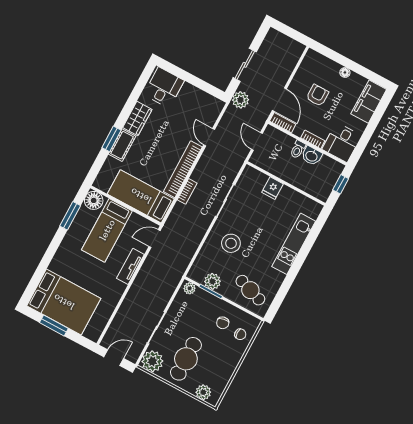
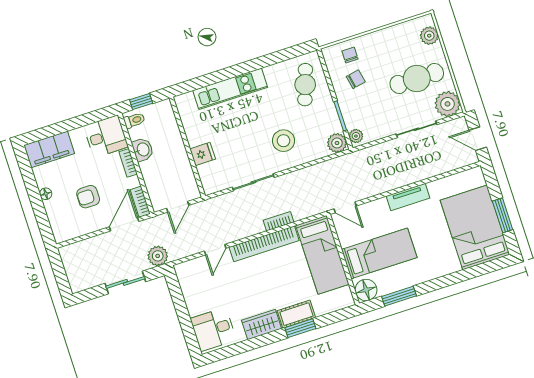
toilet: (298, 149) -> (134, 120), moved
tv unit: (130, 266) -> (408, 197), moved
plant: (212, 281) -> (337, 143), moved

